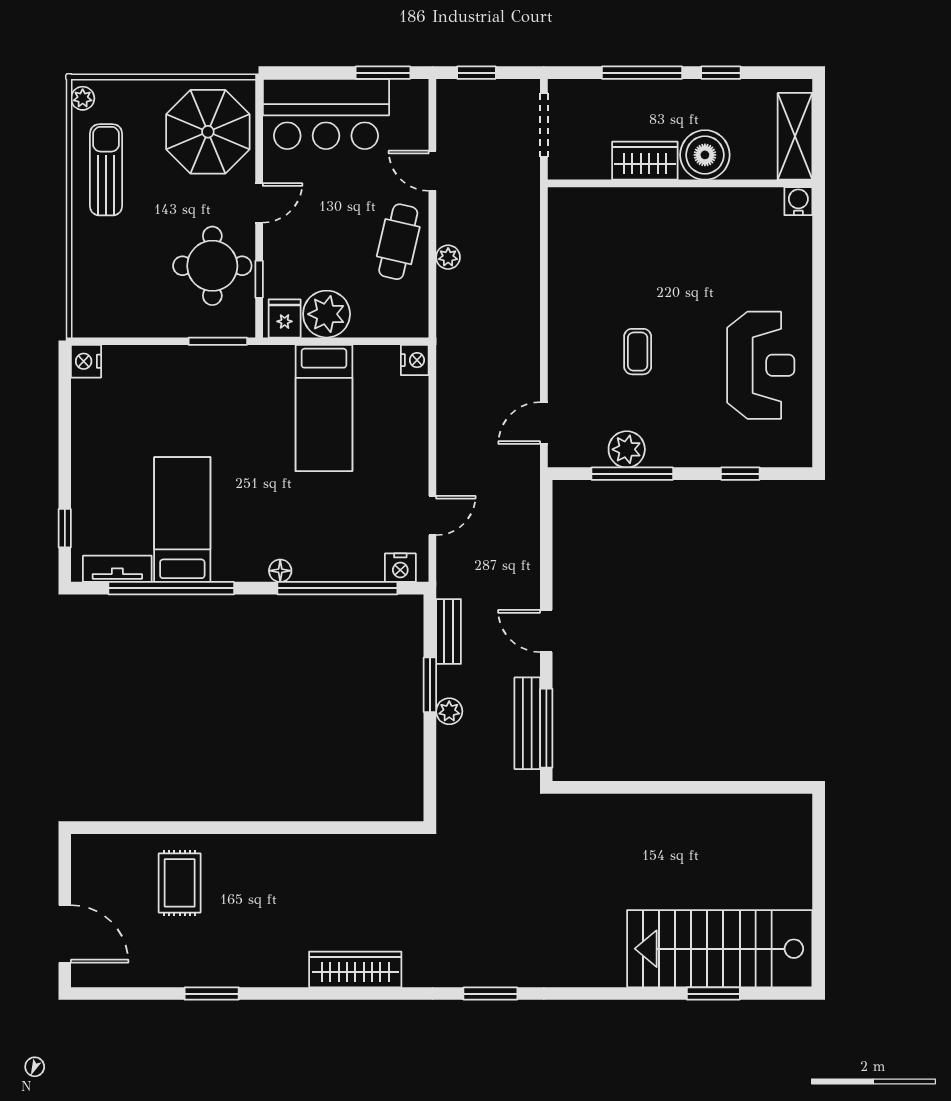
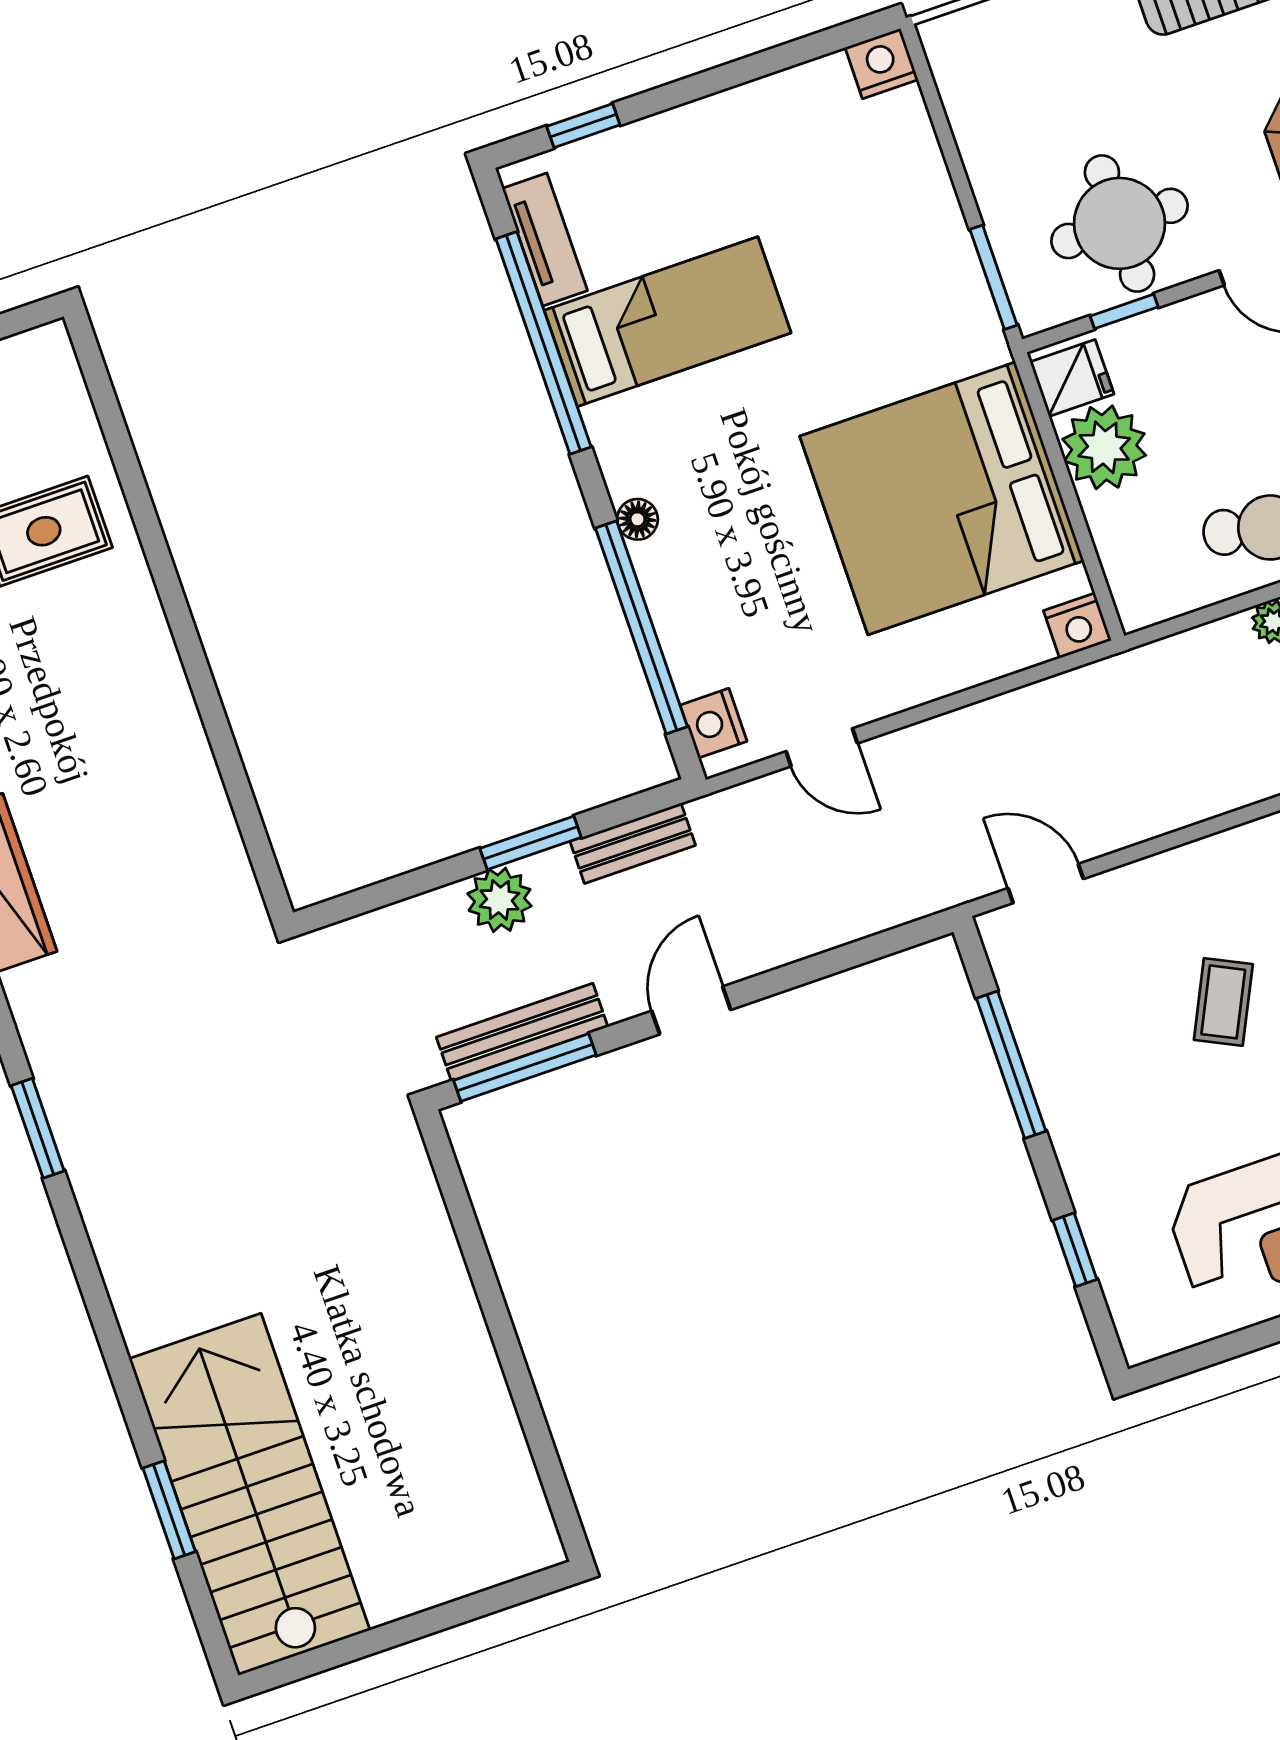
coffee table: (638, 352) -> (1223, 1002), turned -64
bed: (324, 408) -> (942, 498), width x2.04
plant: (627, 449) -> (1050, 1041), removed
plant: (449, 711) -> (499, 900), width x1.38, depth x1.38

